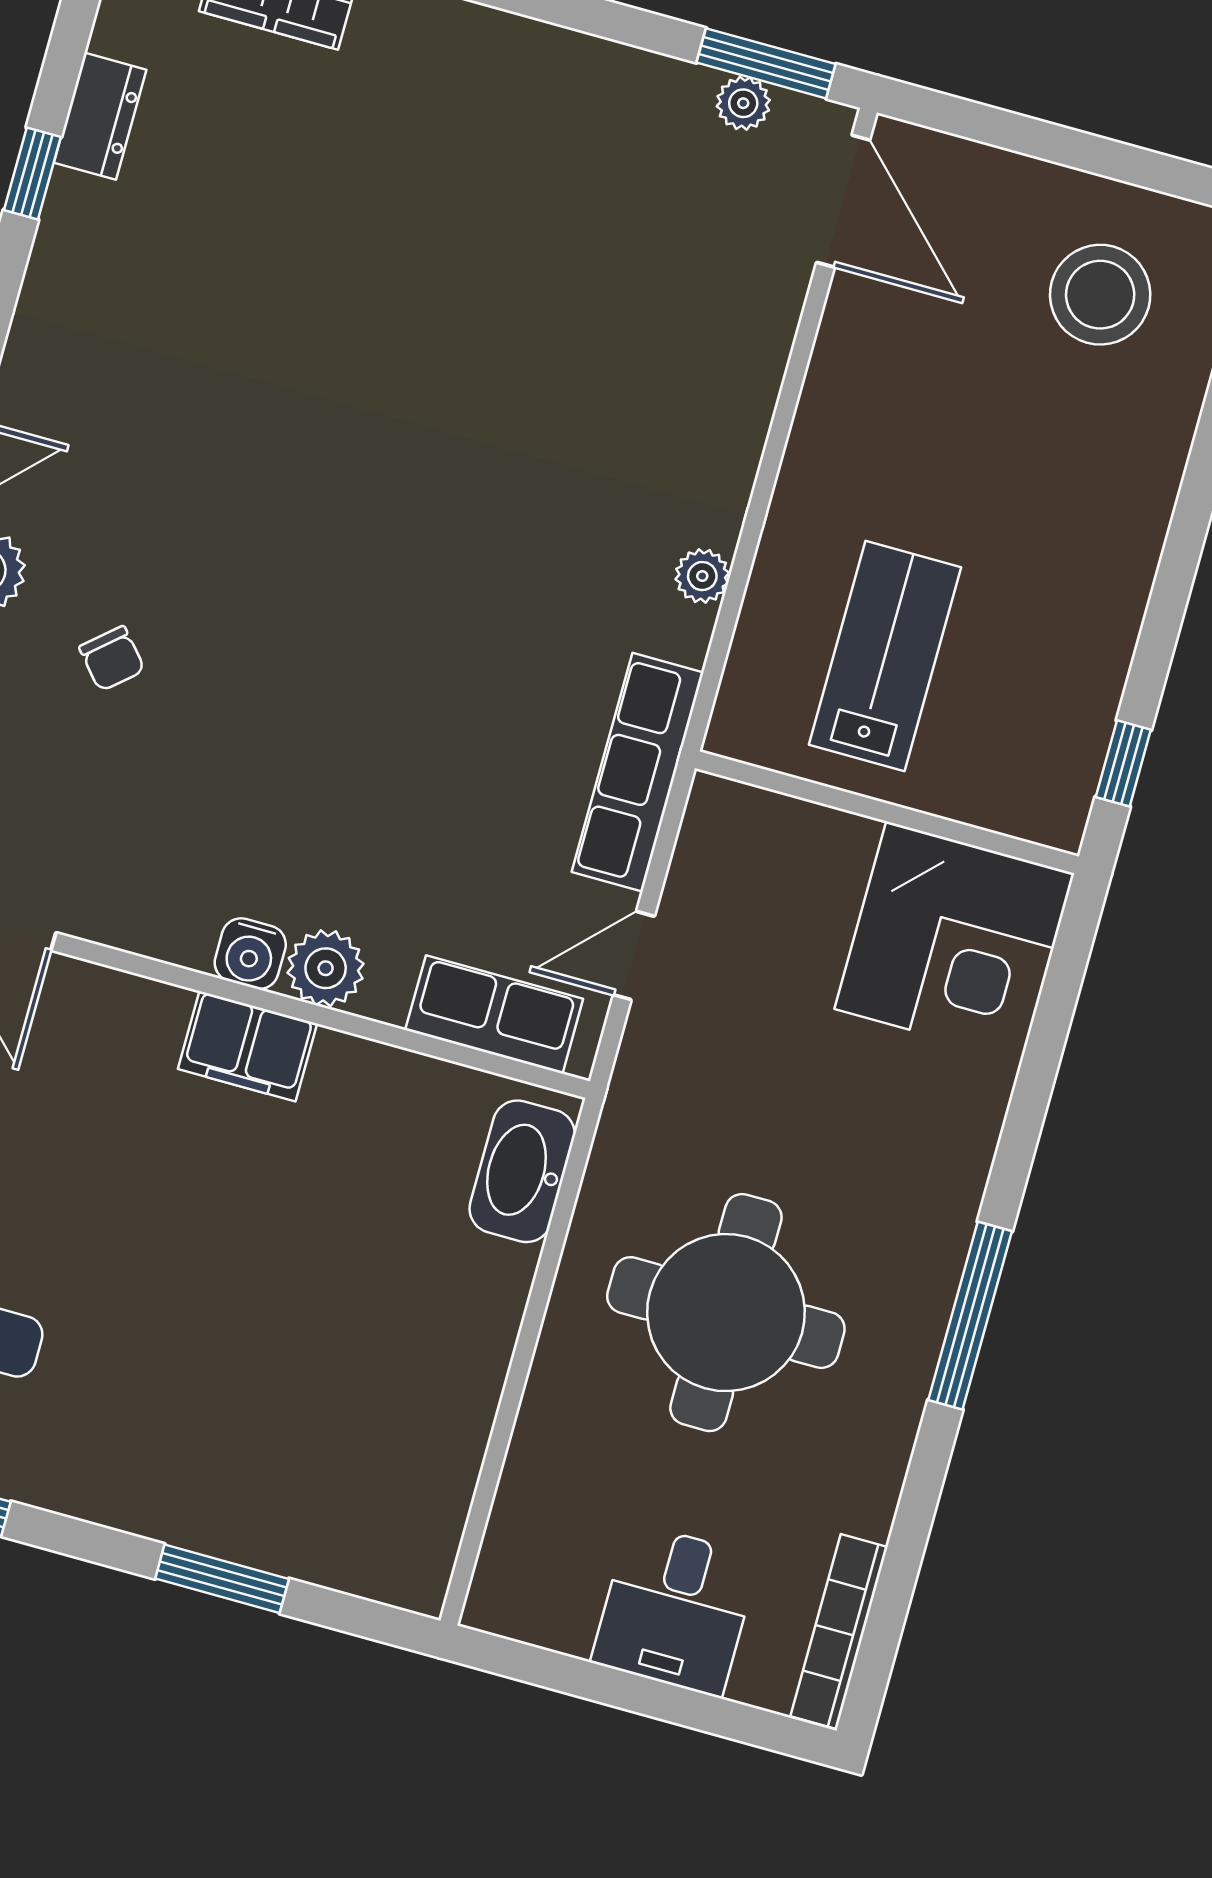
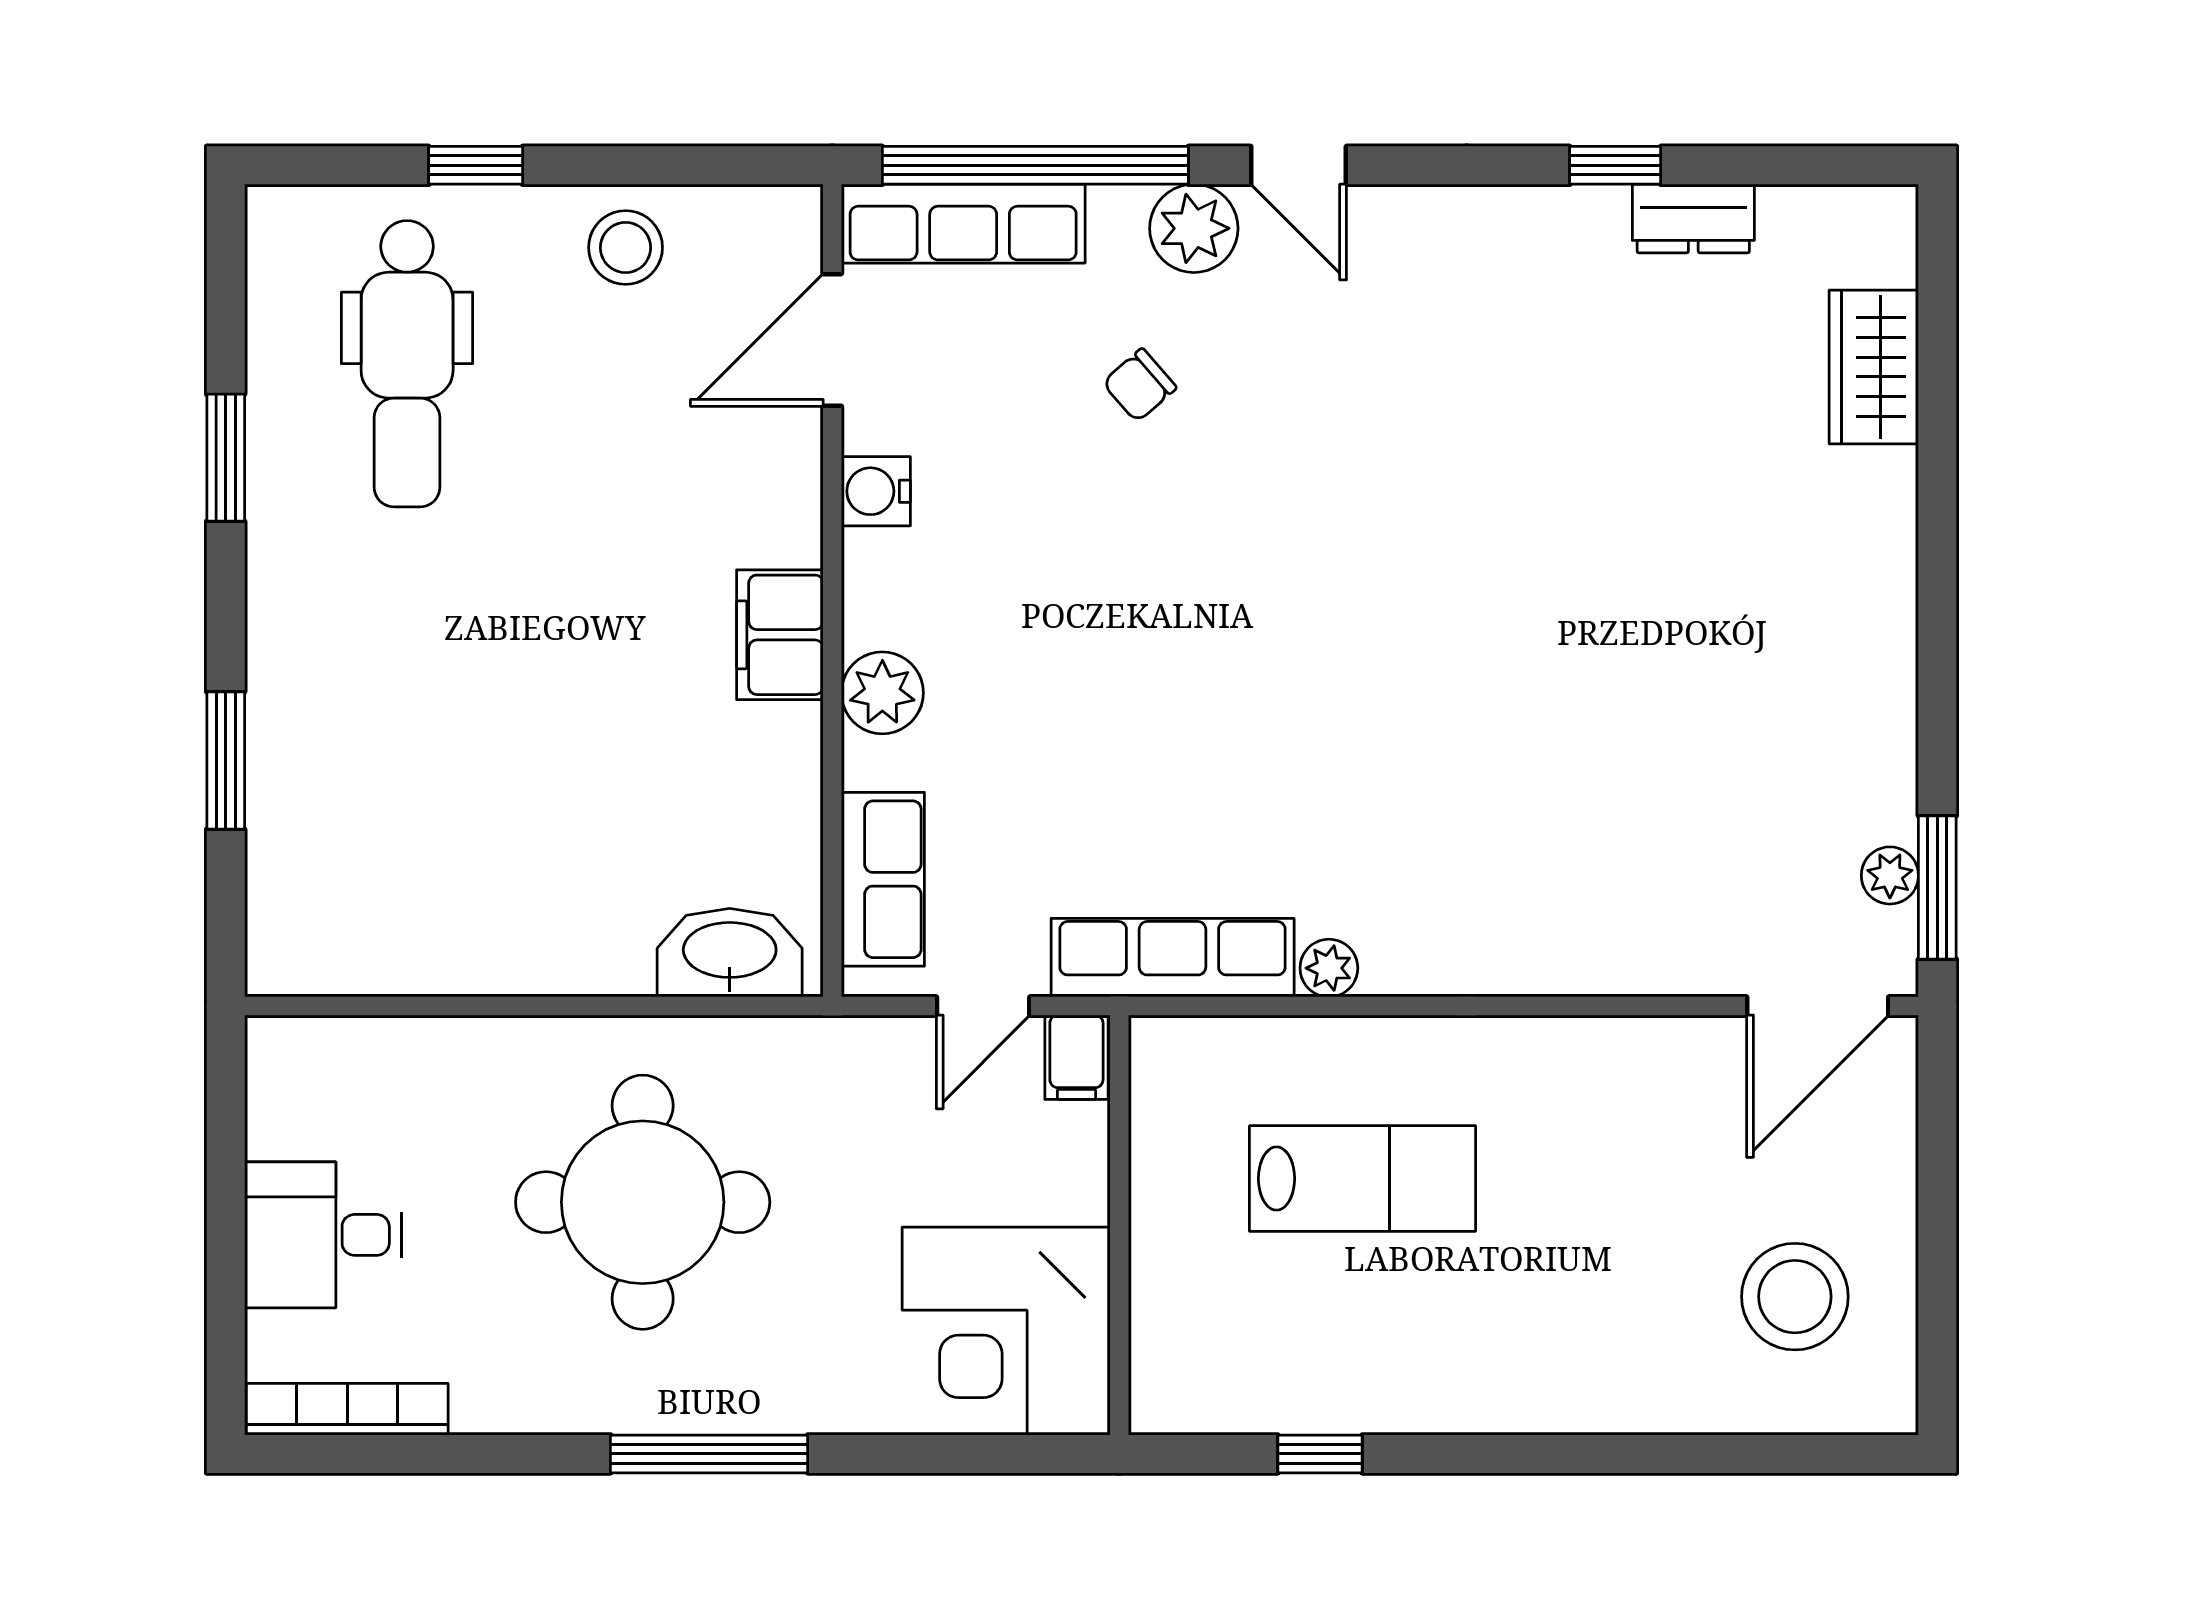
plant: (702, 576) -> (1329, 968), moved
wall: (887, 812) -> (1119, 1225), moved
filing cabinet: (704, 884) -> (1076, 1057), added
corner desk: (954, 941) -> (1006, 1331), moved
water cooler: (250, 954) -> (876, 491), moved
door: (634, 956) -> (983, 1006), swing flipped

